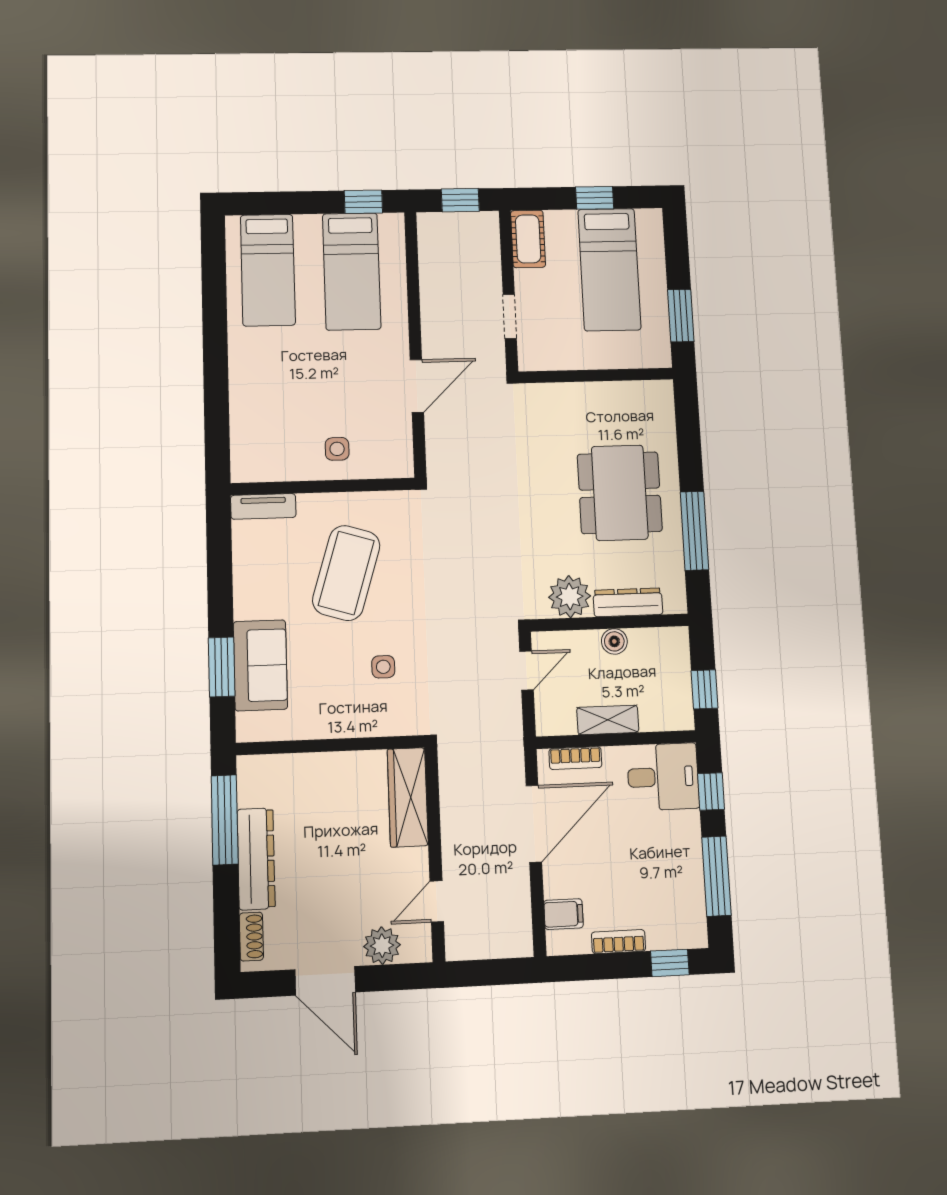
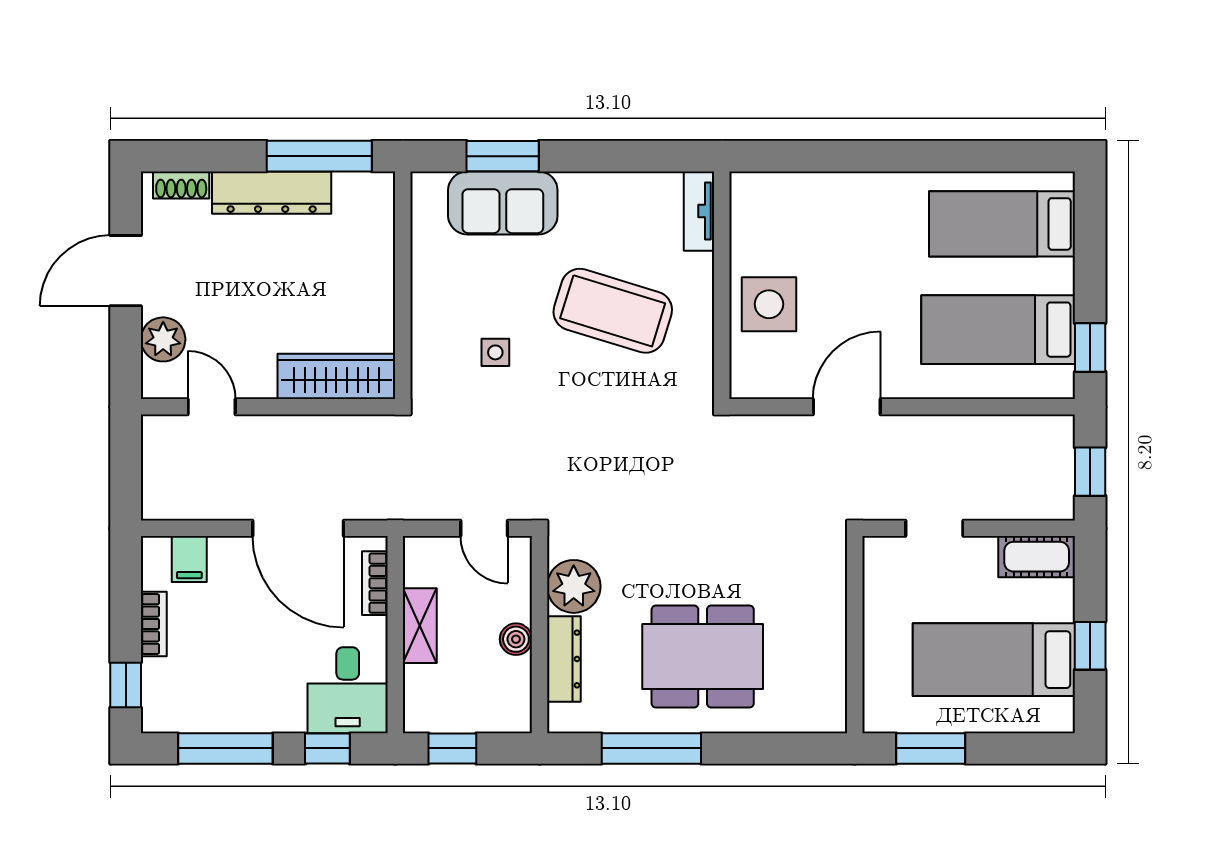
door: (417, 386) -> (847, 407), swing flipped
side table: (337, 449) -> (769, 304), width x1.87, depth x1.87

